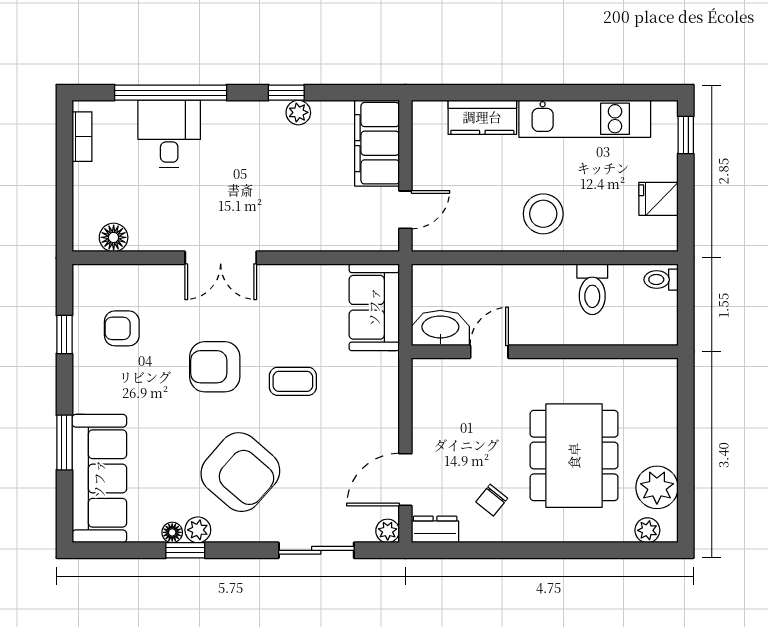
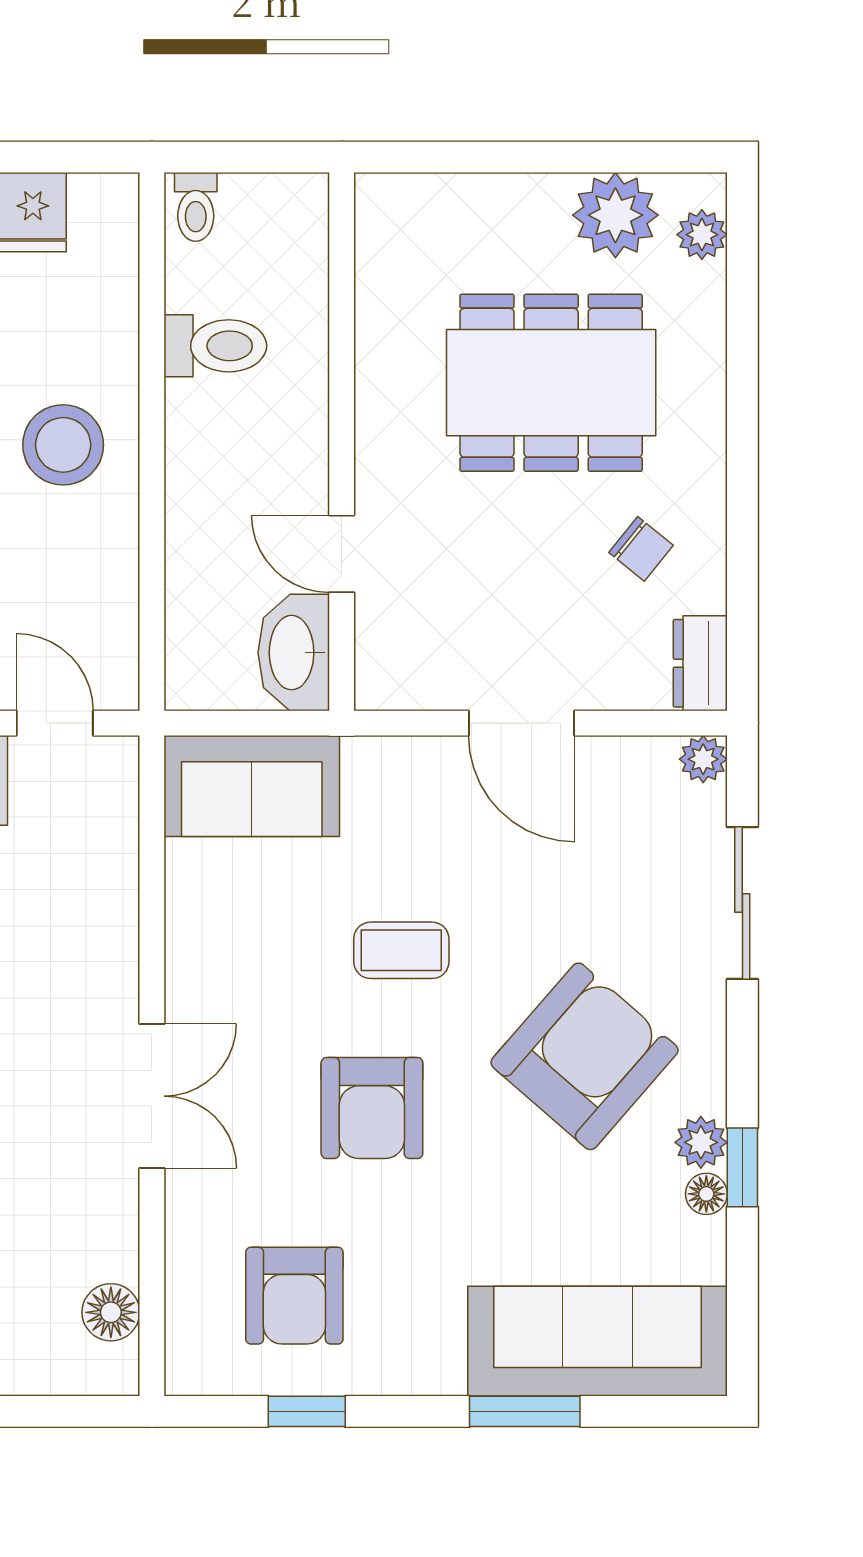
armchair: (122, 328) -> (294, 1296), width x1.38, depth x1.38
coffee table: (293, 381) -> (401, 950), turned 90
door: (405, 480) -> (522, 723), moved

